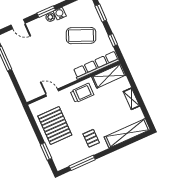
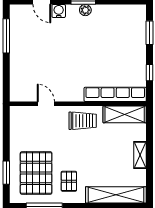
water cooler: (60, 14) -> (59, 11), moved
coffee table: (81, 36) -> (113, 50), removed
pallet: (55, 126) -> (36, 173), moved

